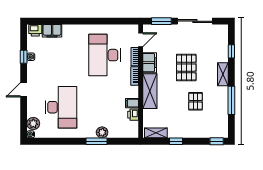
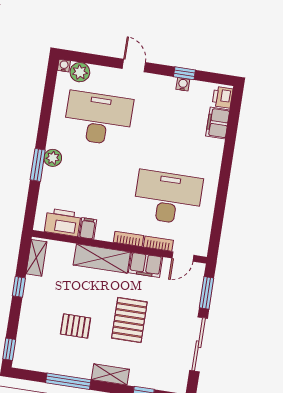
door: (141, 40) -> (183, 257), hinge flipped
pallet: (186, 68) -> (129, 320), turned 90
desk: (61, 107) -> (98, 118), turned 180
printer: (133, 115) -> (63, 222), width x1.87, depth x1.48
plant: (102, 132) -> (53, 158), moved

